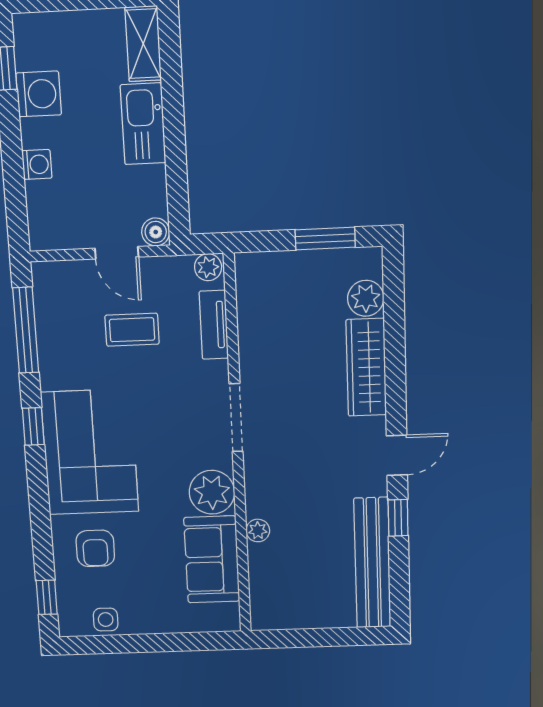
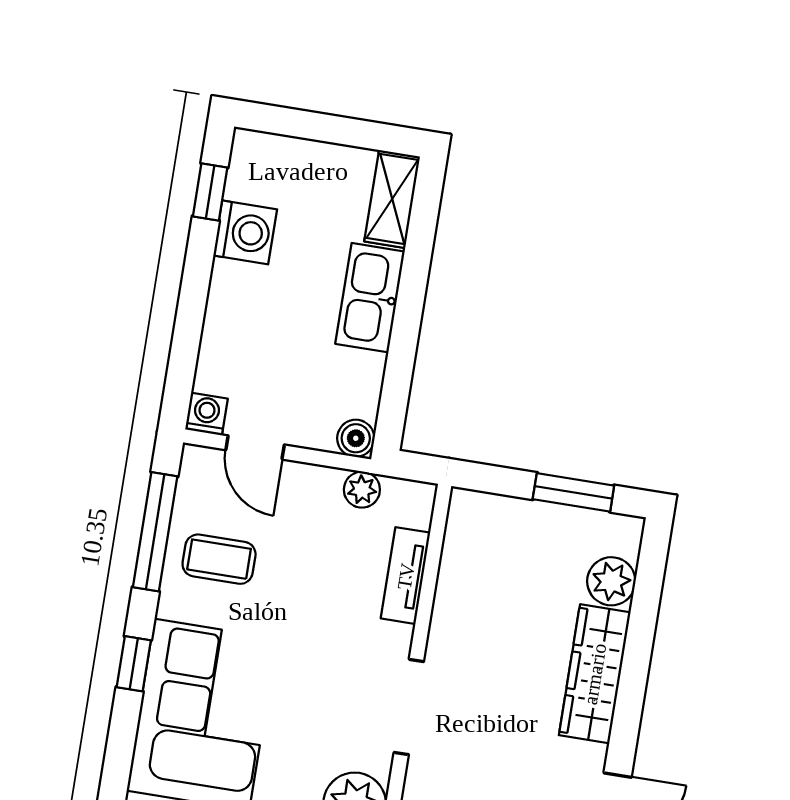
washing machine: (37, 164) -> (206, 414), moved, turned -90
door: (117, 253) -> (255, 447), moved
plant: (208, 267) -> (362, 490), moved
coffee table: (132, 330) -> (219, 559), moved

